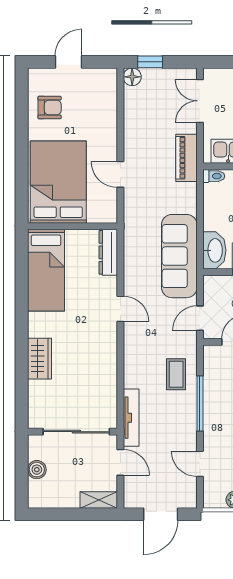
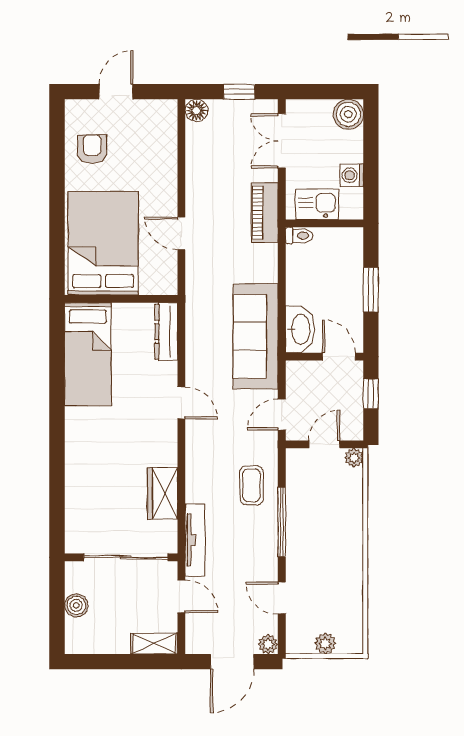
window: (150, 62) -> (239, 92), moved
armchair: (50, 108) -> (92, 149), turned -90
wardrobe: (40, 359) -> (163, 493), moved, turned 180
plant: (189, 500) -> (268, 644), added

